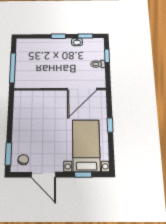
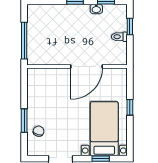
door: (82, 89) -> (87, 66), moved
window: (8, 154) -> (24, 121), moved
chair: (23, 160) -> (39, 131), moved

